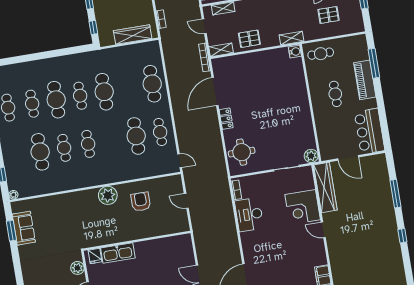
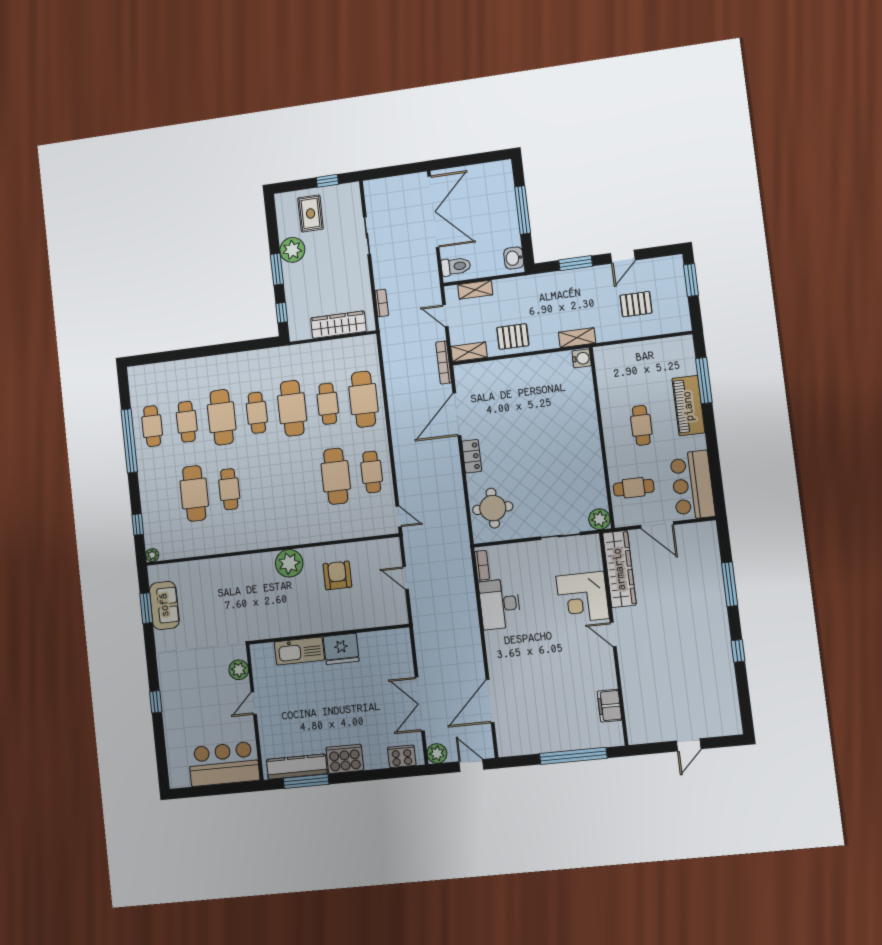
cafe table: (321, 54) -> (634, 488), moved
cafe table: (88, 144) -> (328, 404), moved
fridge: (95, 256) -> (341, 649), moved, width x1.88, depth x1.34

